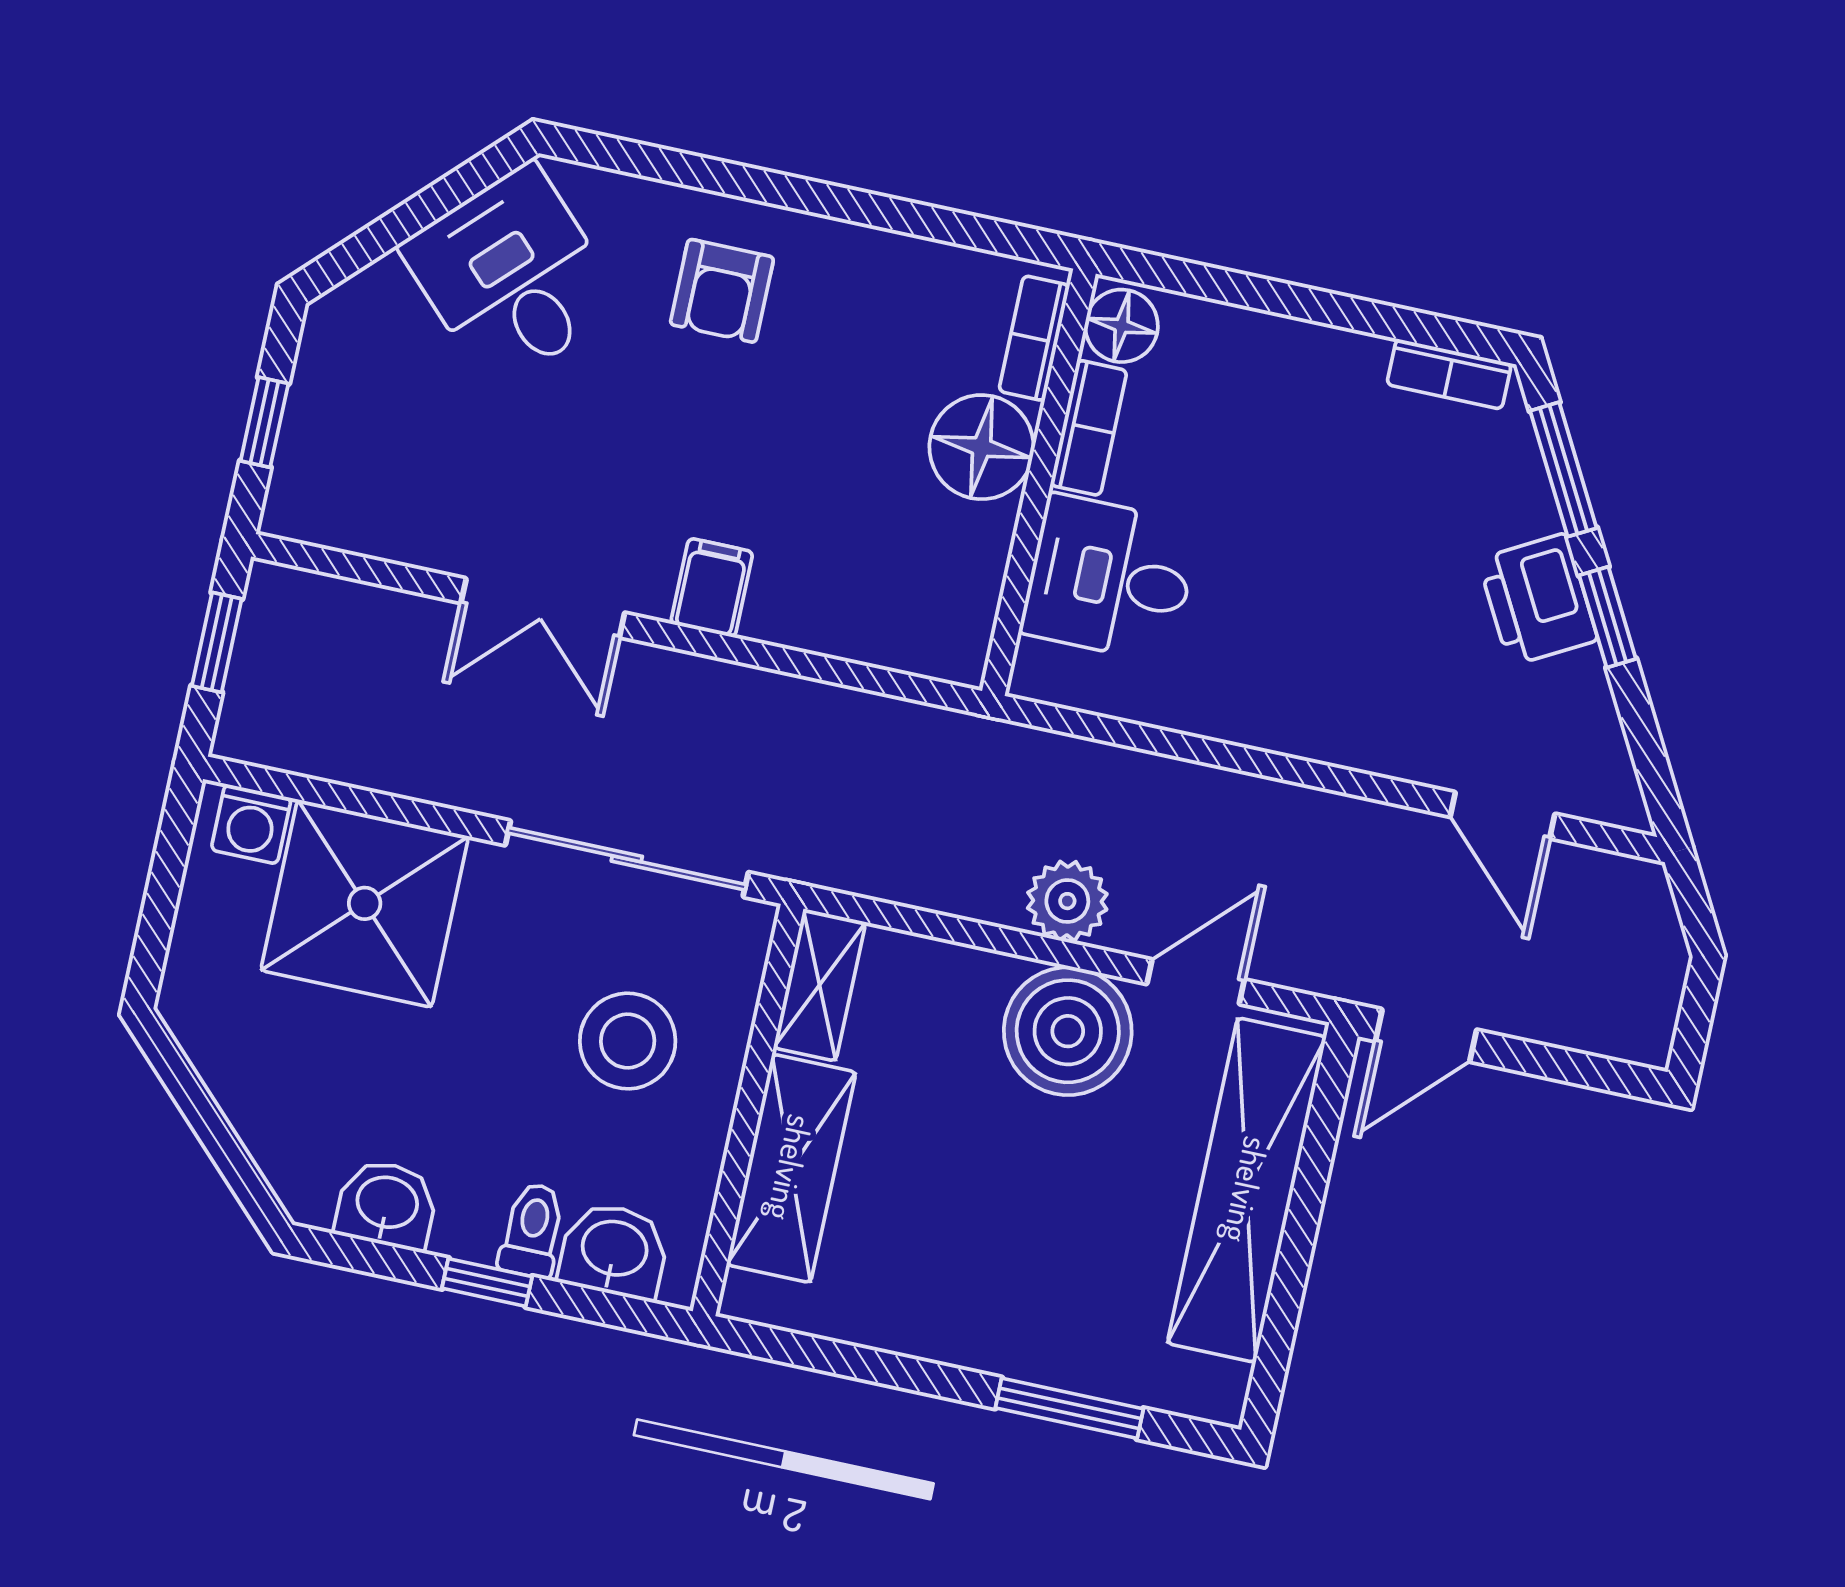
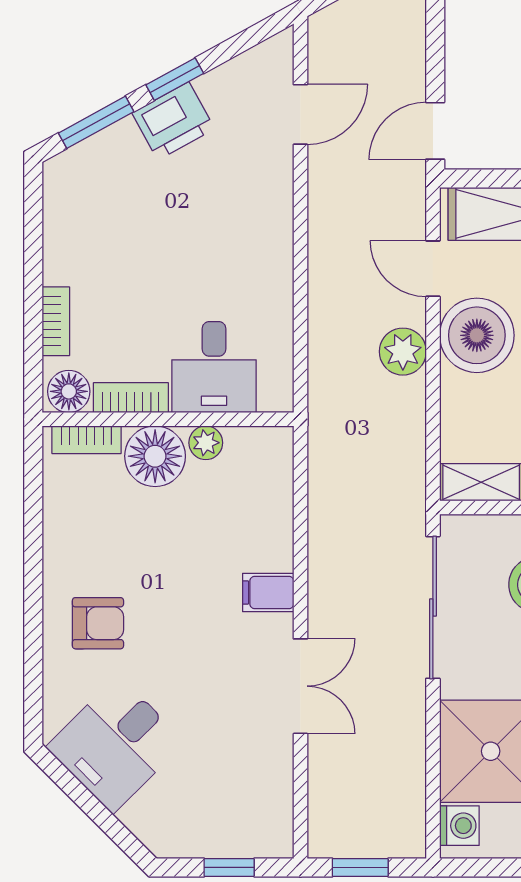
bookcase: (1449, 374) -> (56, 321), moved
plant: (986, 537) -> (206, 443), added
door: (1426, 1035) -> (435, 131), swing flipped

